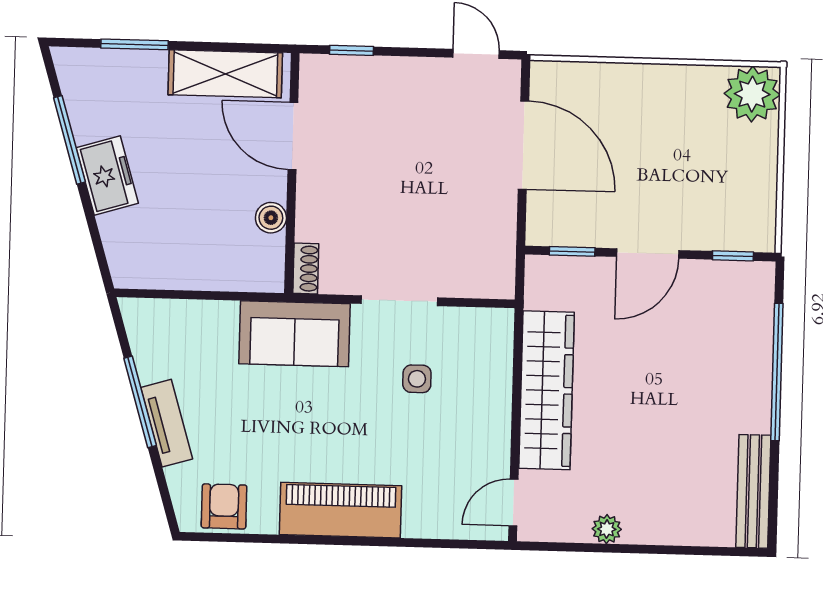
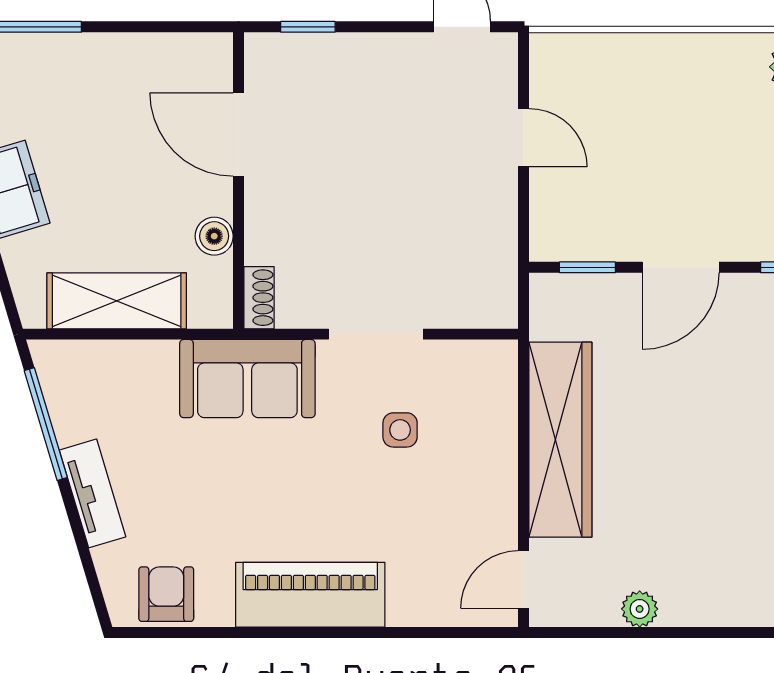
shelving: (225, 74) -> (117, 301), moved
door: (523, 145) -> (524, 138), width x0.53
window: (140, 402) -> (46, 424), moved

